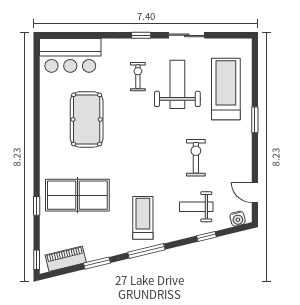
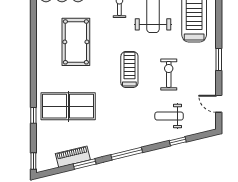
window: (255, 120) -> (219, 60), moved
treadmill: (143, 218) -> (129, 69), moved
water cooler: (238, 219) -> (204, 126), removed
piano: (66, 259) -> (73, 157), moved

